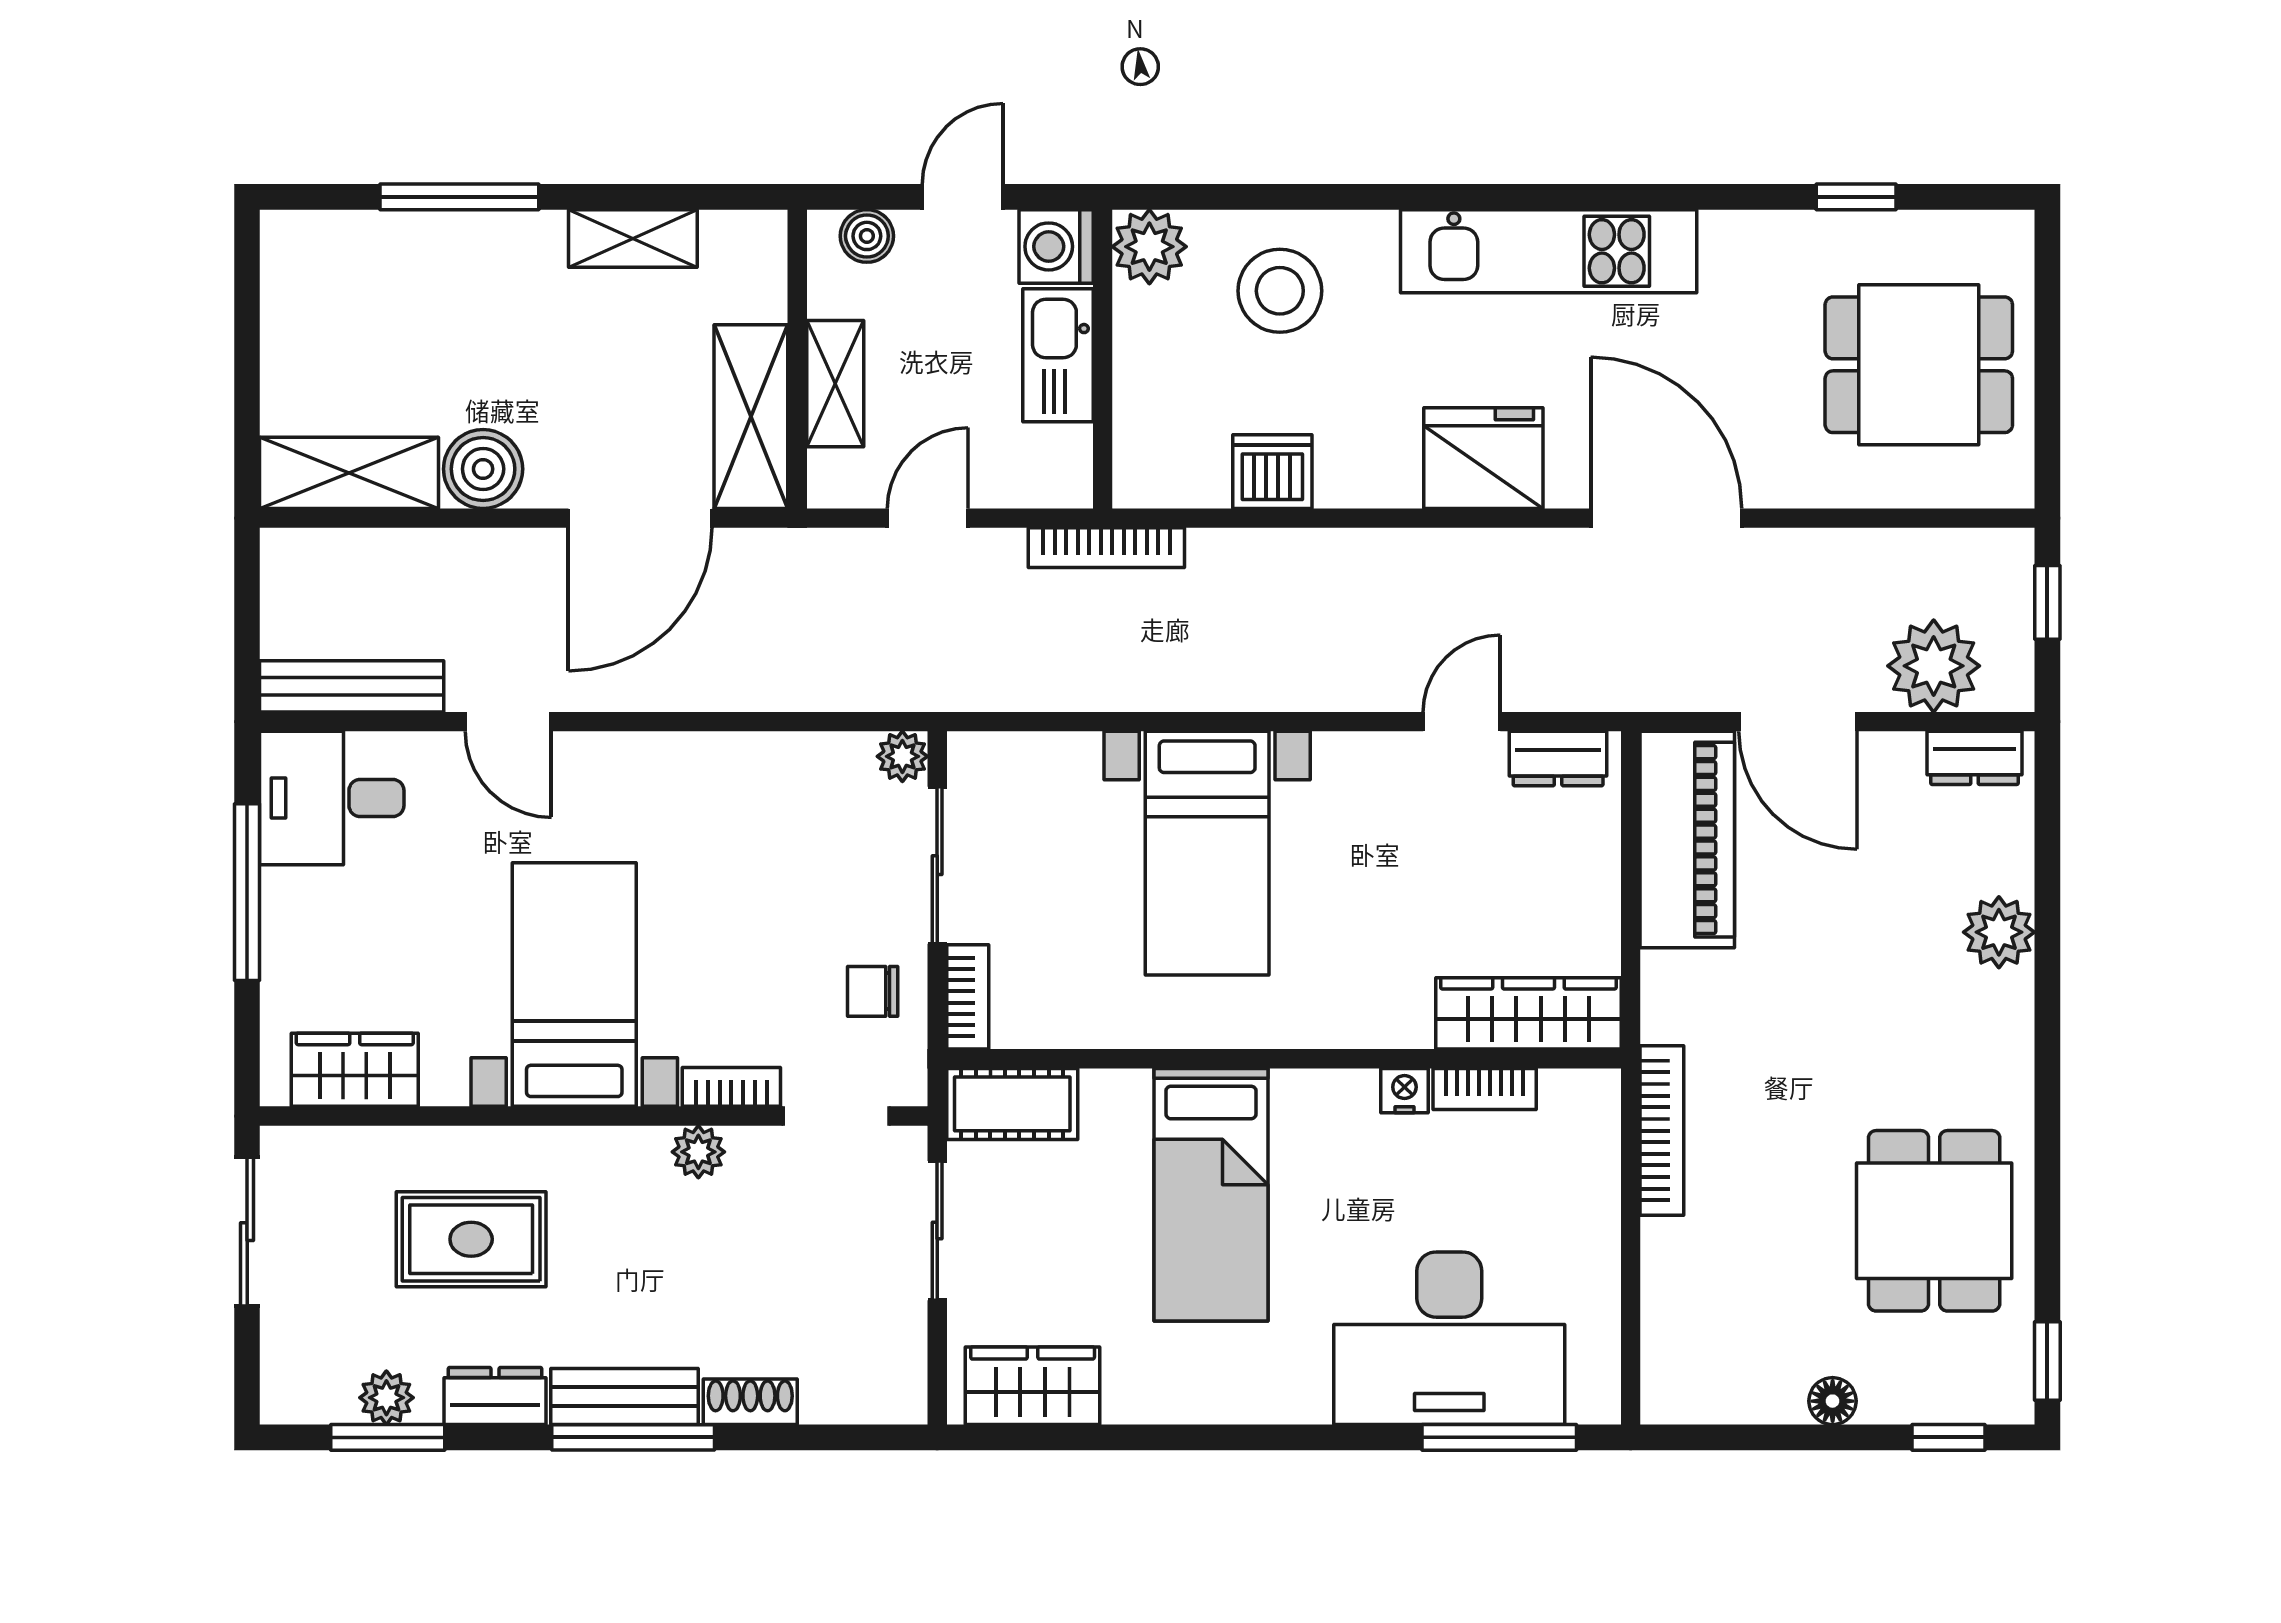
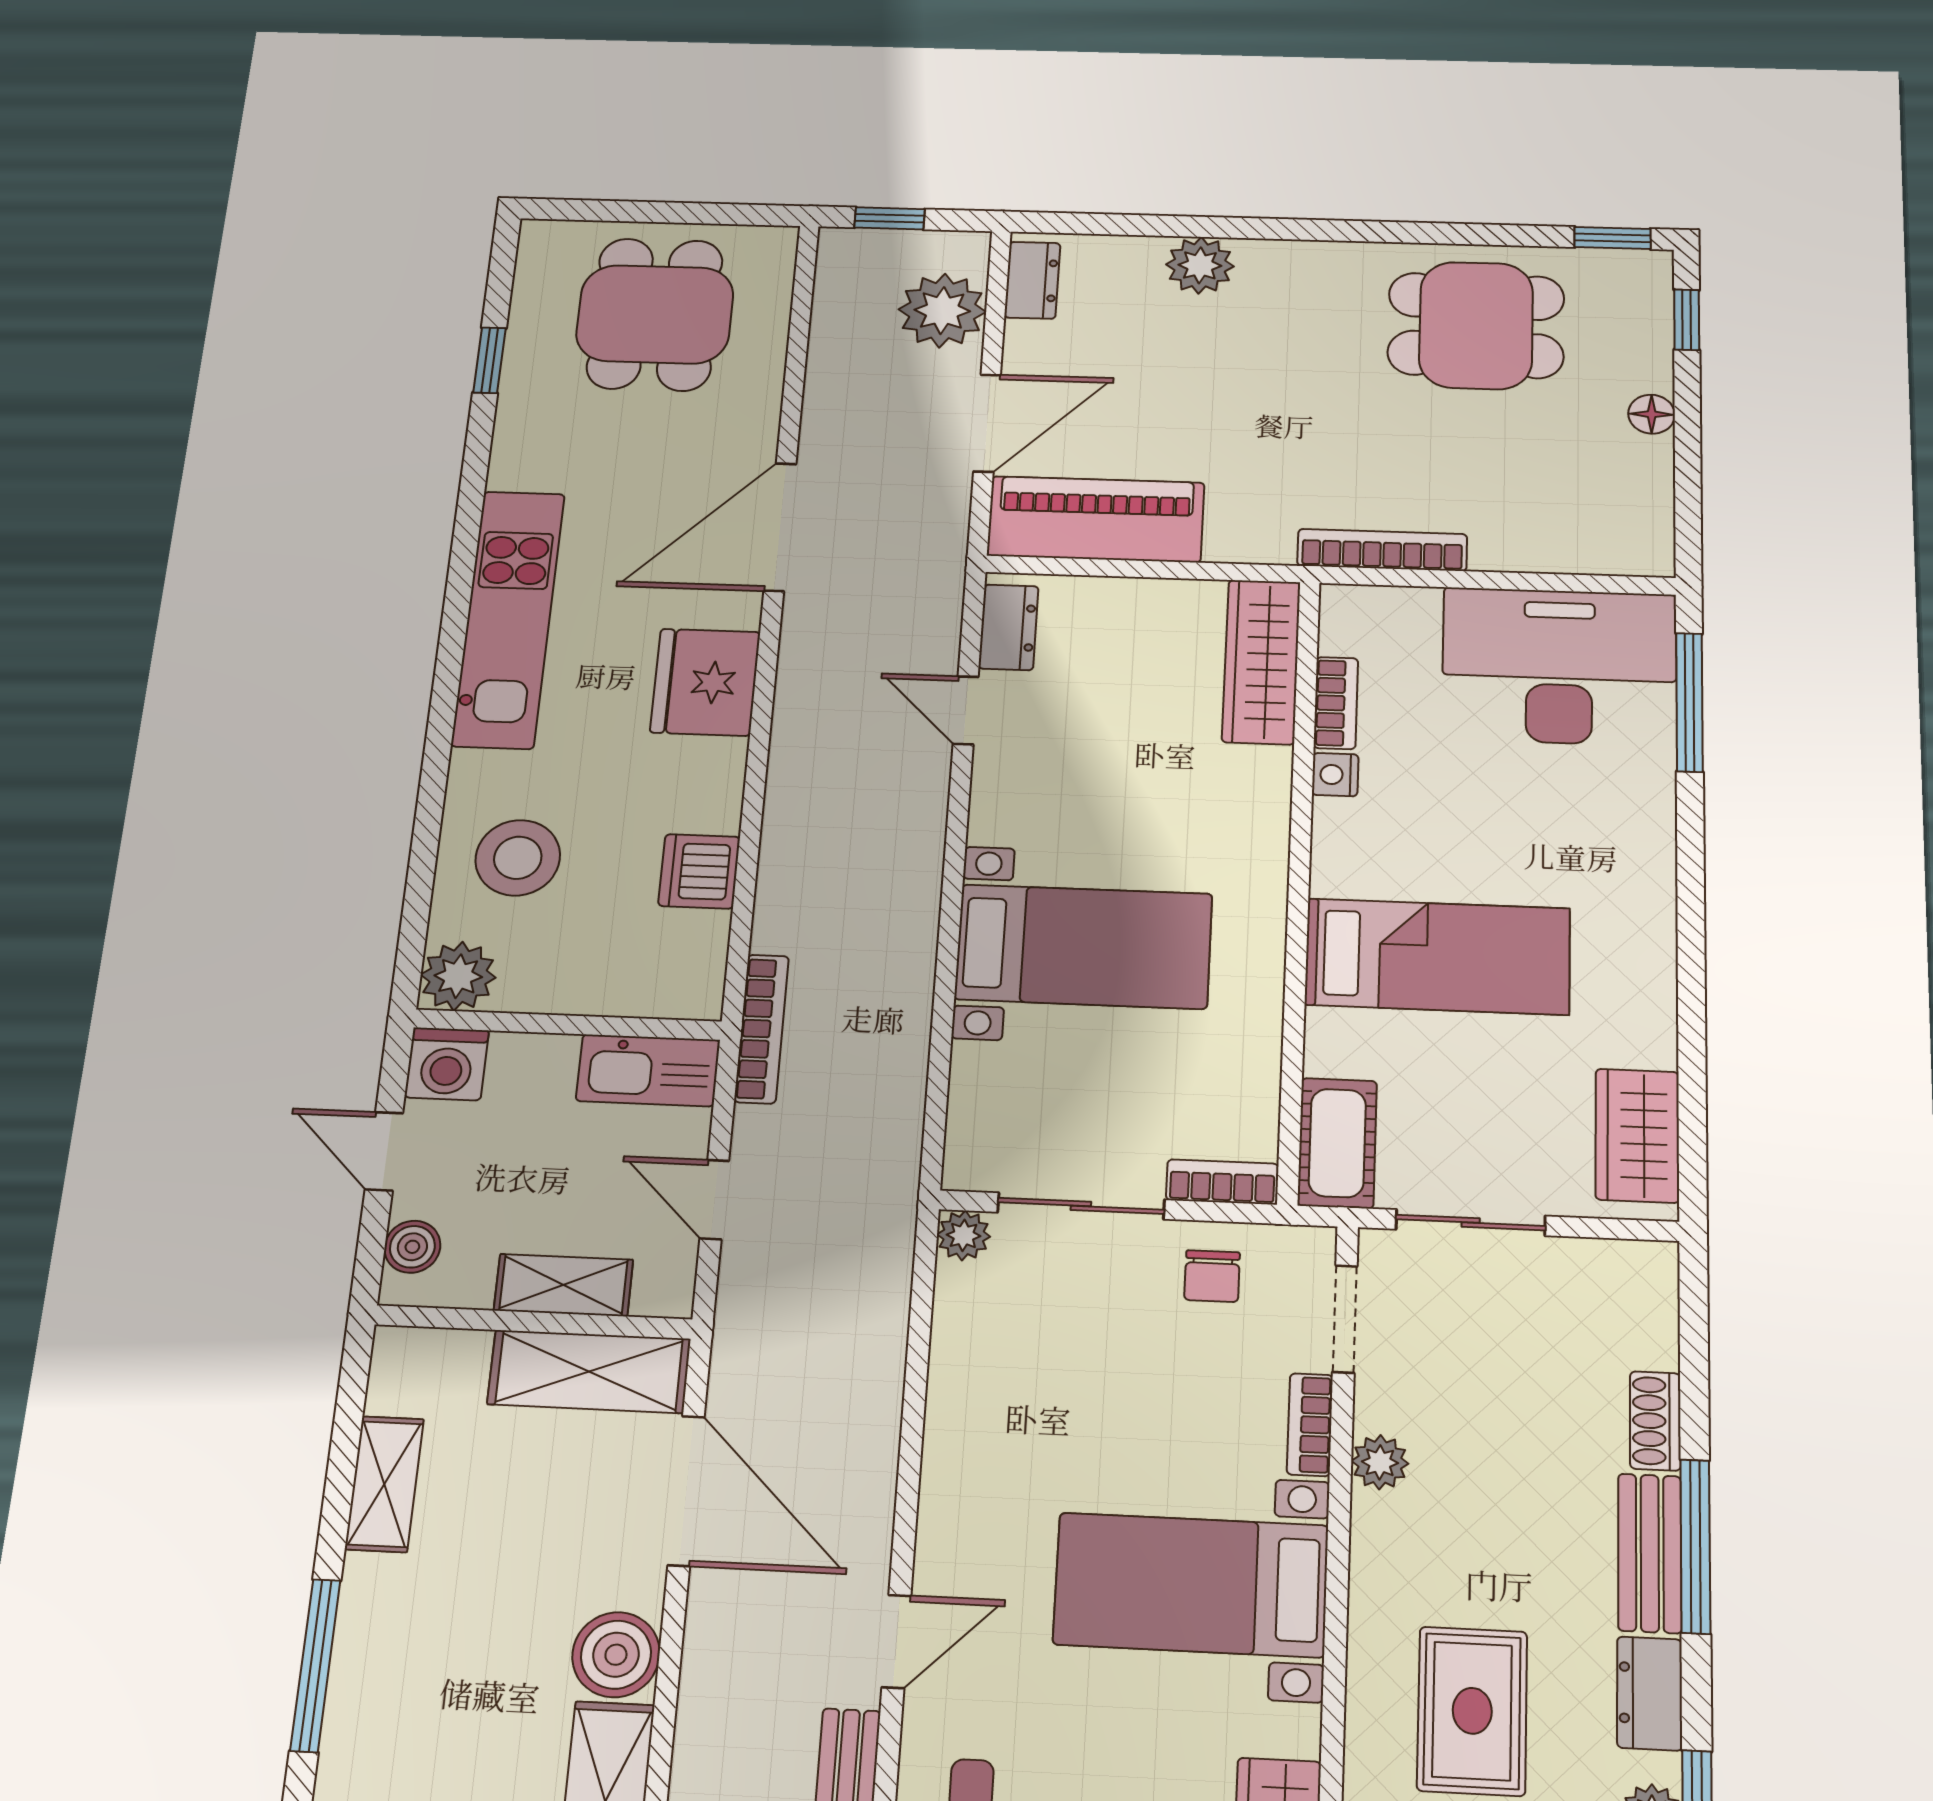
kitchen sink: (1058, 355) -> (648, 1070), moved
desk: (1449, 1338) -> (1559, 666), moved, turned -90

